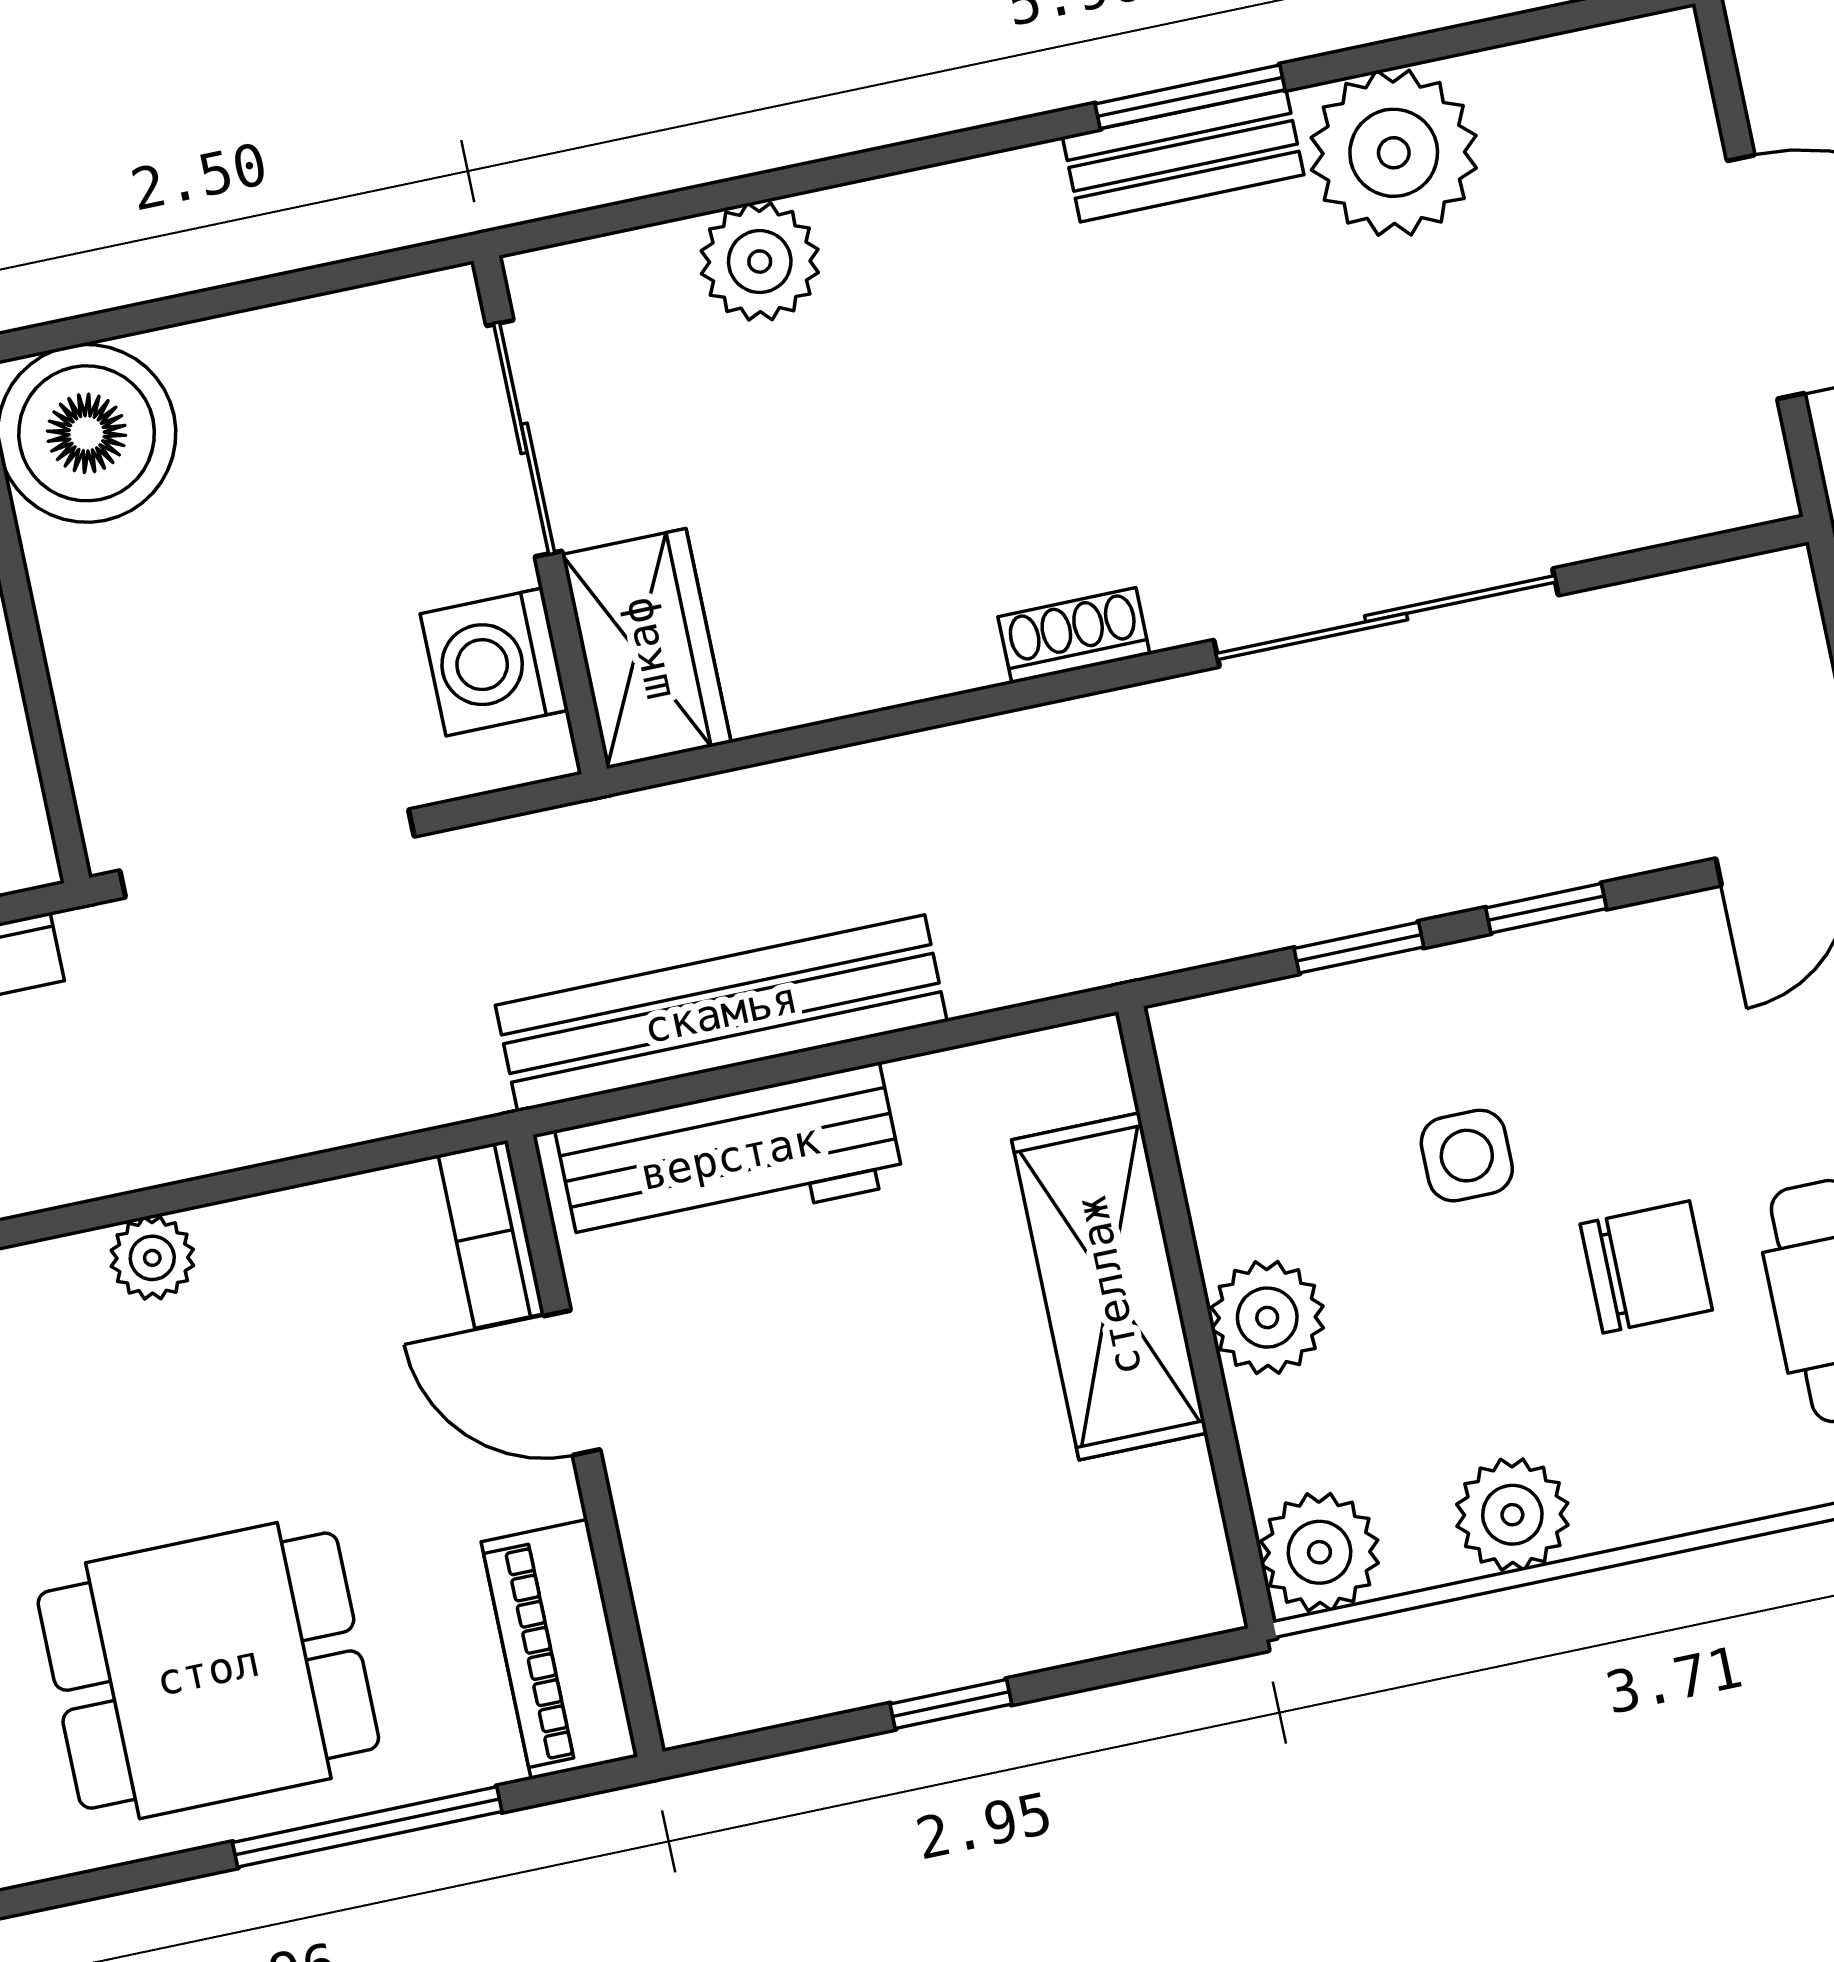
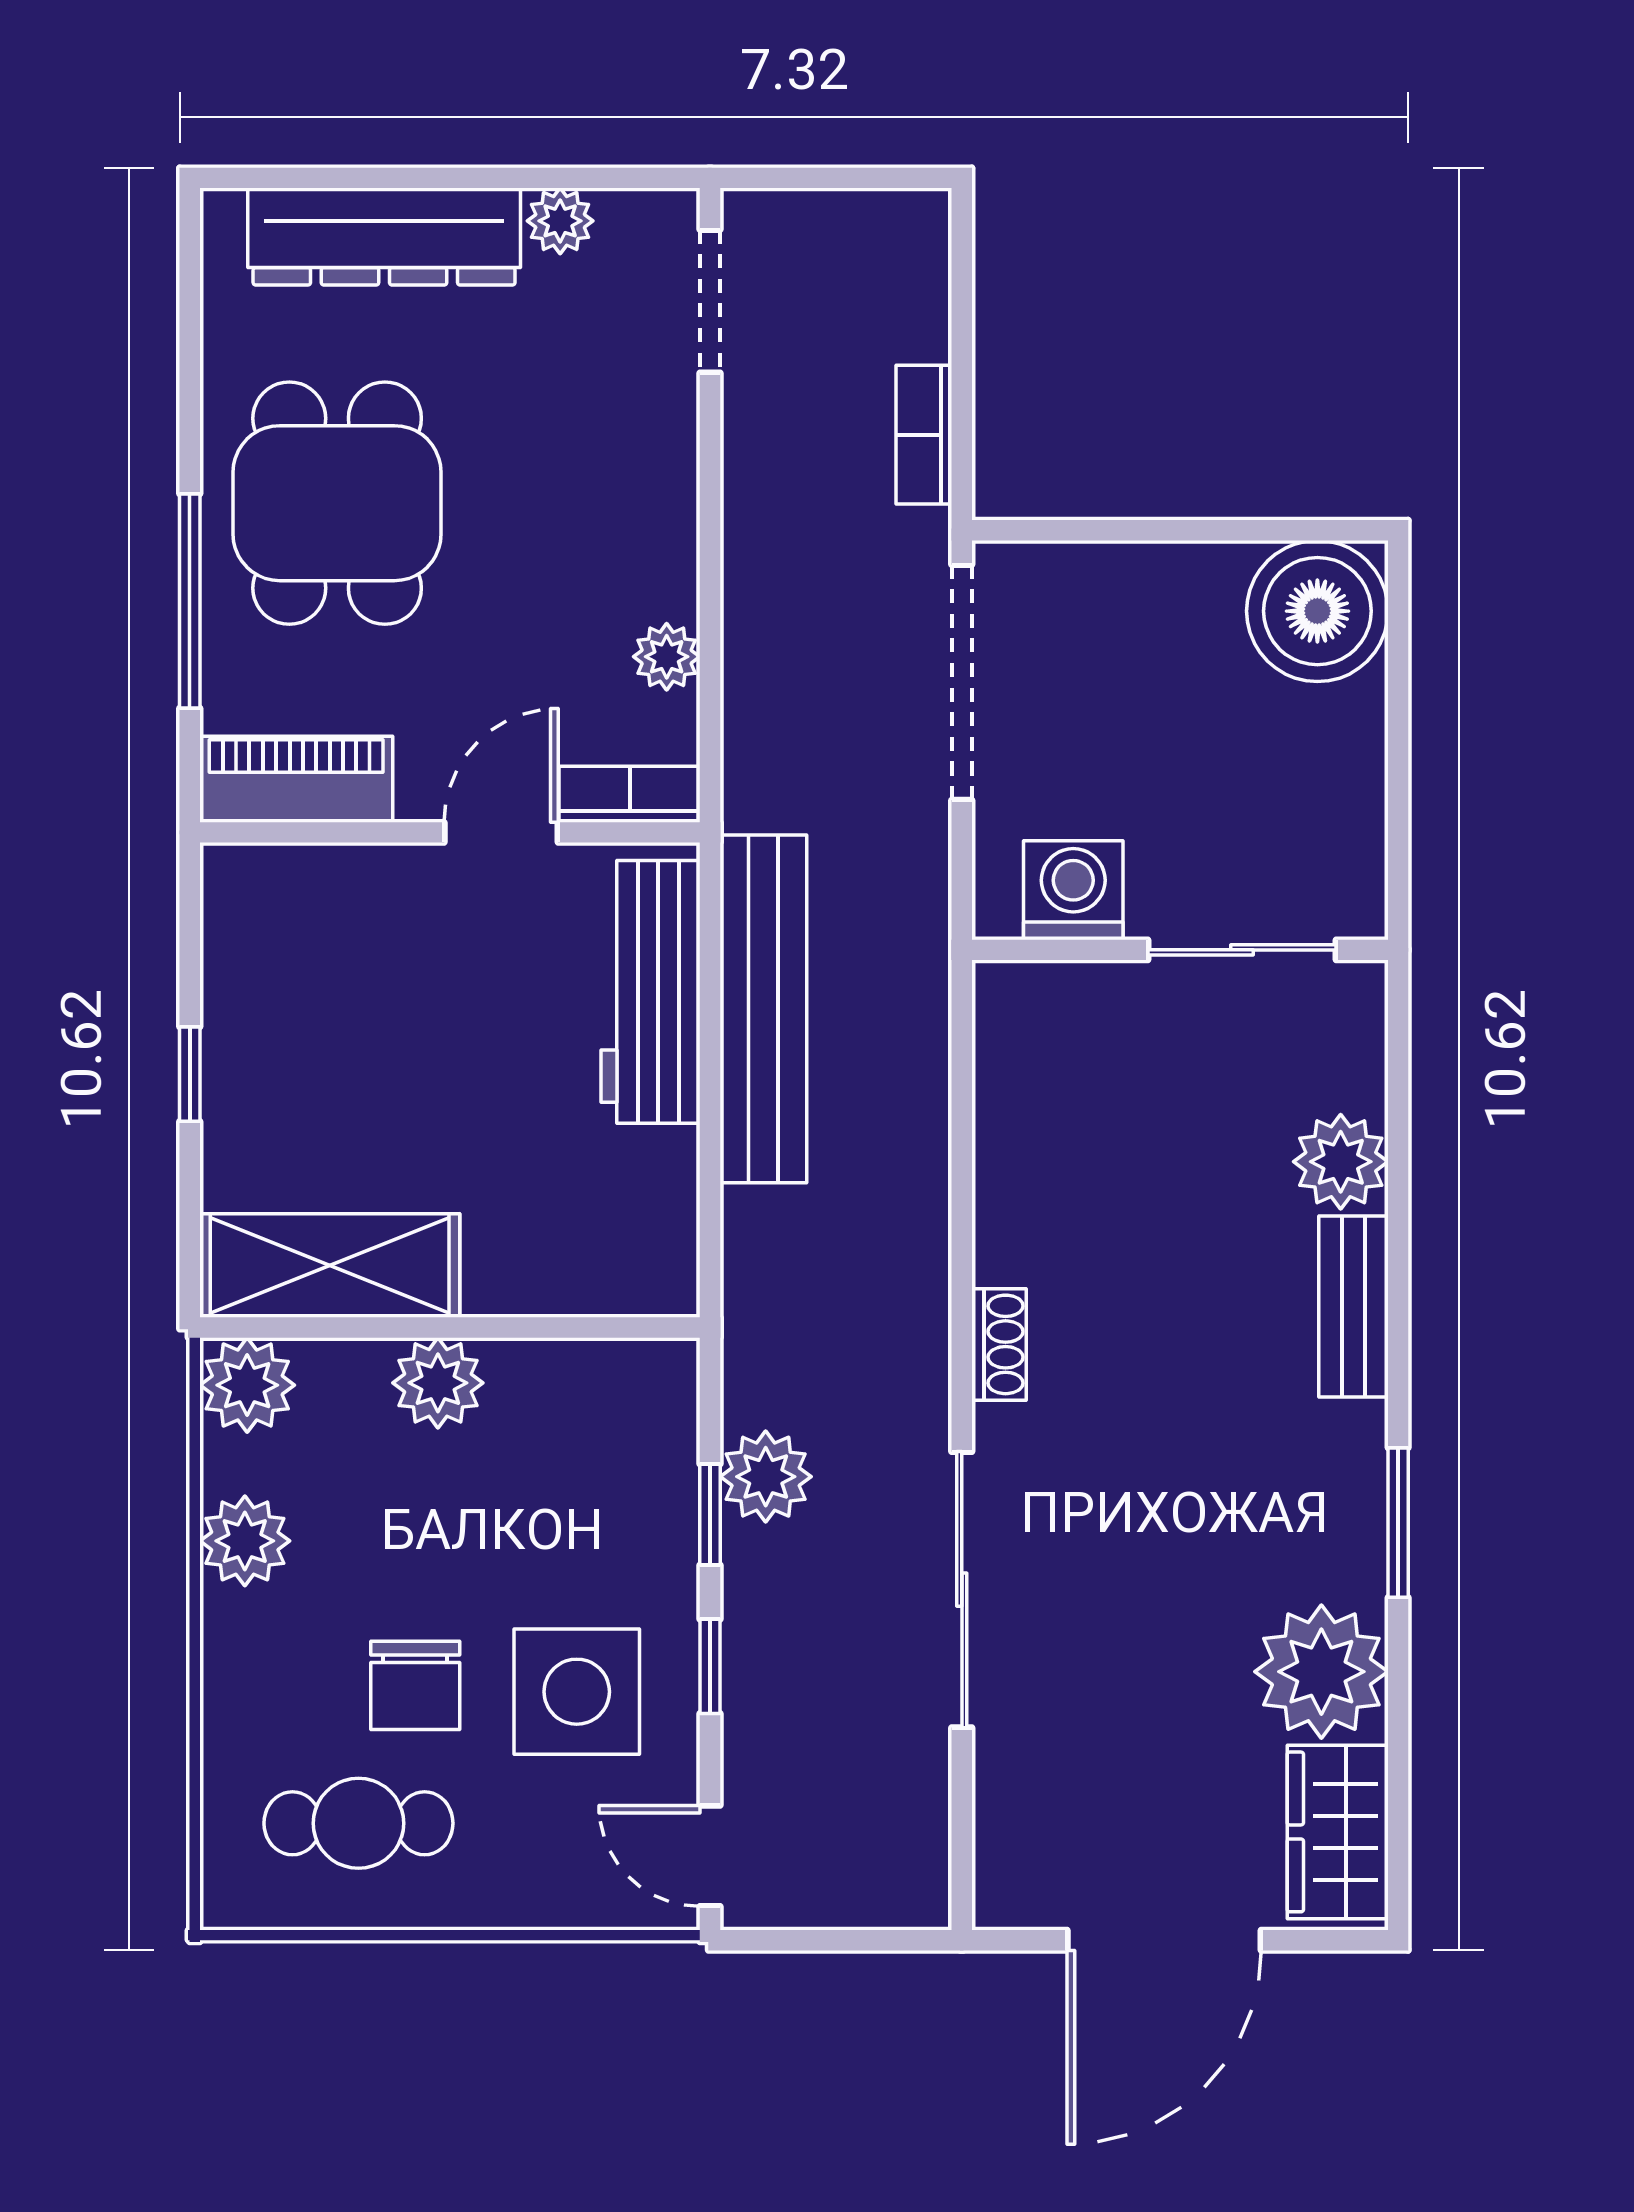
bench: (1183, 156) -> (1354, 1306), moved
wardrobe: (646, 649) -> (1338, 1832), moved, turned 90
plant: (1298, 889) -> (766, 1477), added
side table: (1467, 1156) -> (577, 1692), moved, width x1.87, depth x1.87
plant: (152, 1258) -> (667, 657), moved
shelving: (1109, 1286) -> (330, 1266), moved

